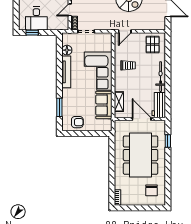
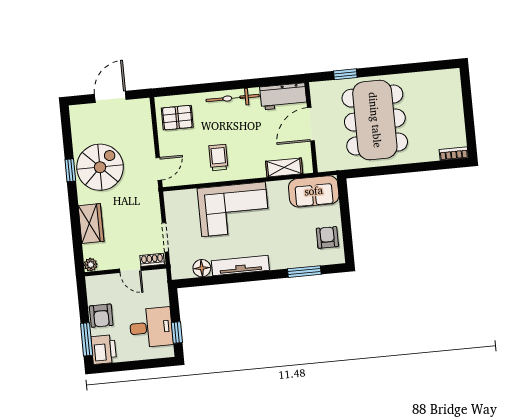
door: (125, 31) -> (159, 169), hinge flipped
sofa: (104, 105) -> (314, 191), moved
dining table: (141, 155) -> (375, 120), turned 90
chair: (152, 190) -> (435, 95), removed

